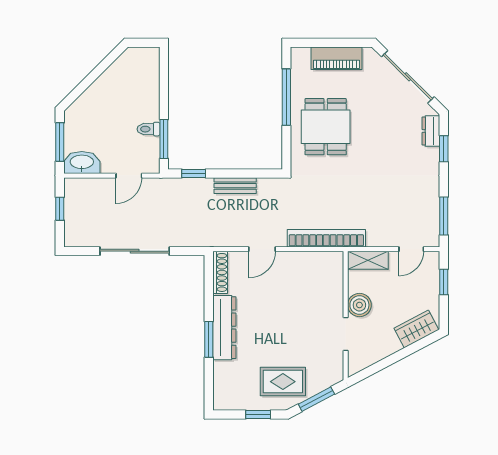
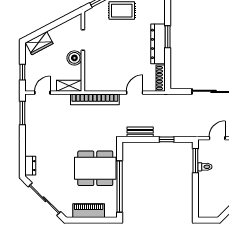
window: (286, 97) -> (120, 187), width x1.46
dining table: (326, 127) -> (95, 168), width x1.38
window: (444, 149) -> (22, 155), removed
window: (194, 174) -> (167, 139), moved
bench: (235, 186) -> (140, 132), moved

